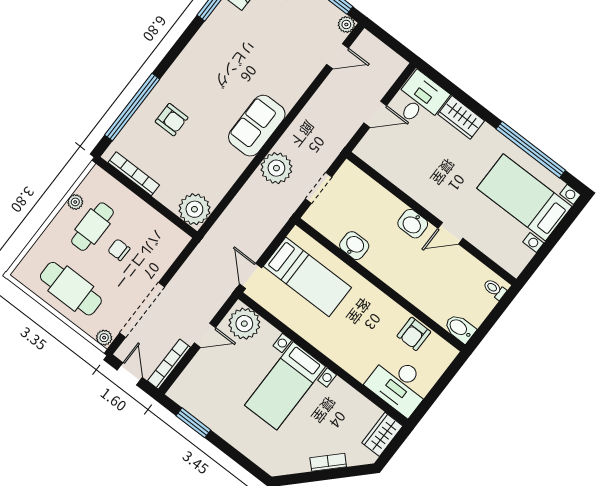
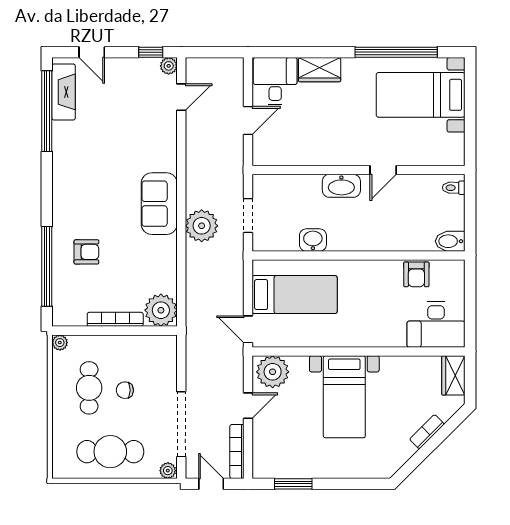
bookcase: (134, 174) -> (115, 319), moved
plant: (75, 202) -> (60, 343), moved
washbasin: (413, 224) -> (341, 186), width x1.38

